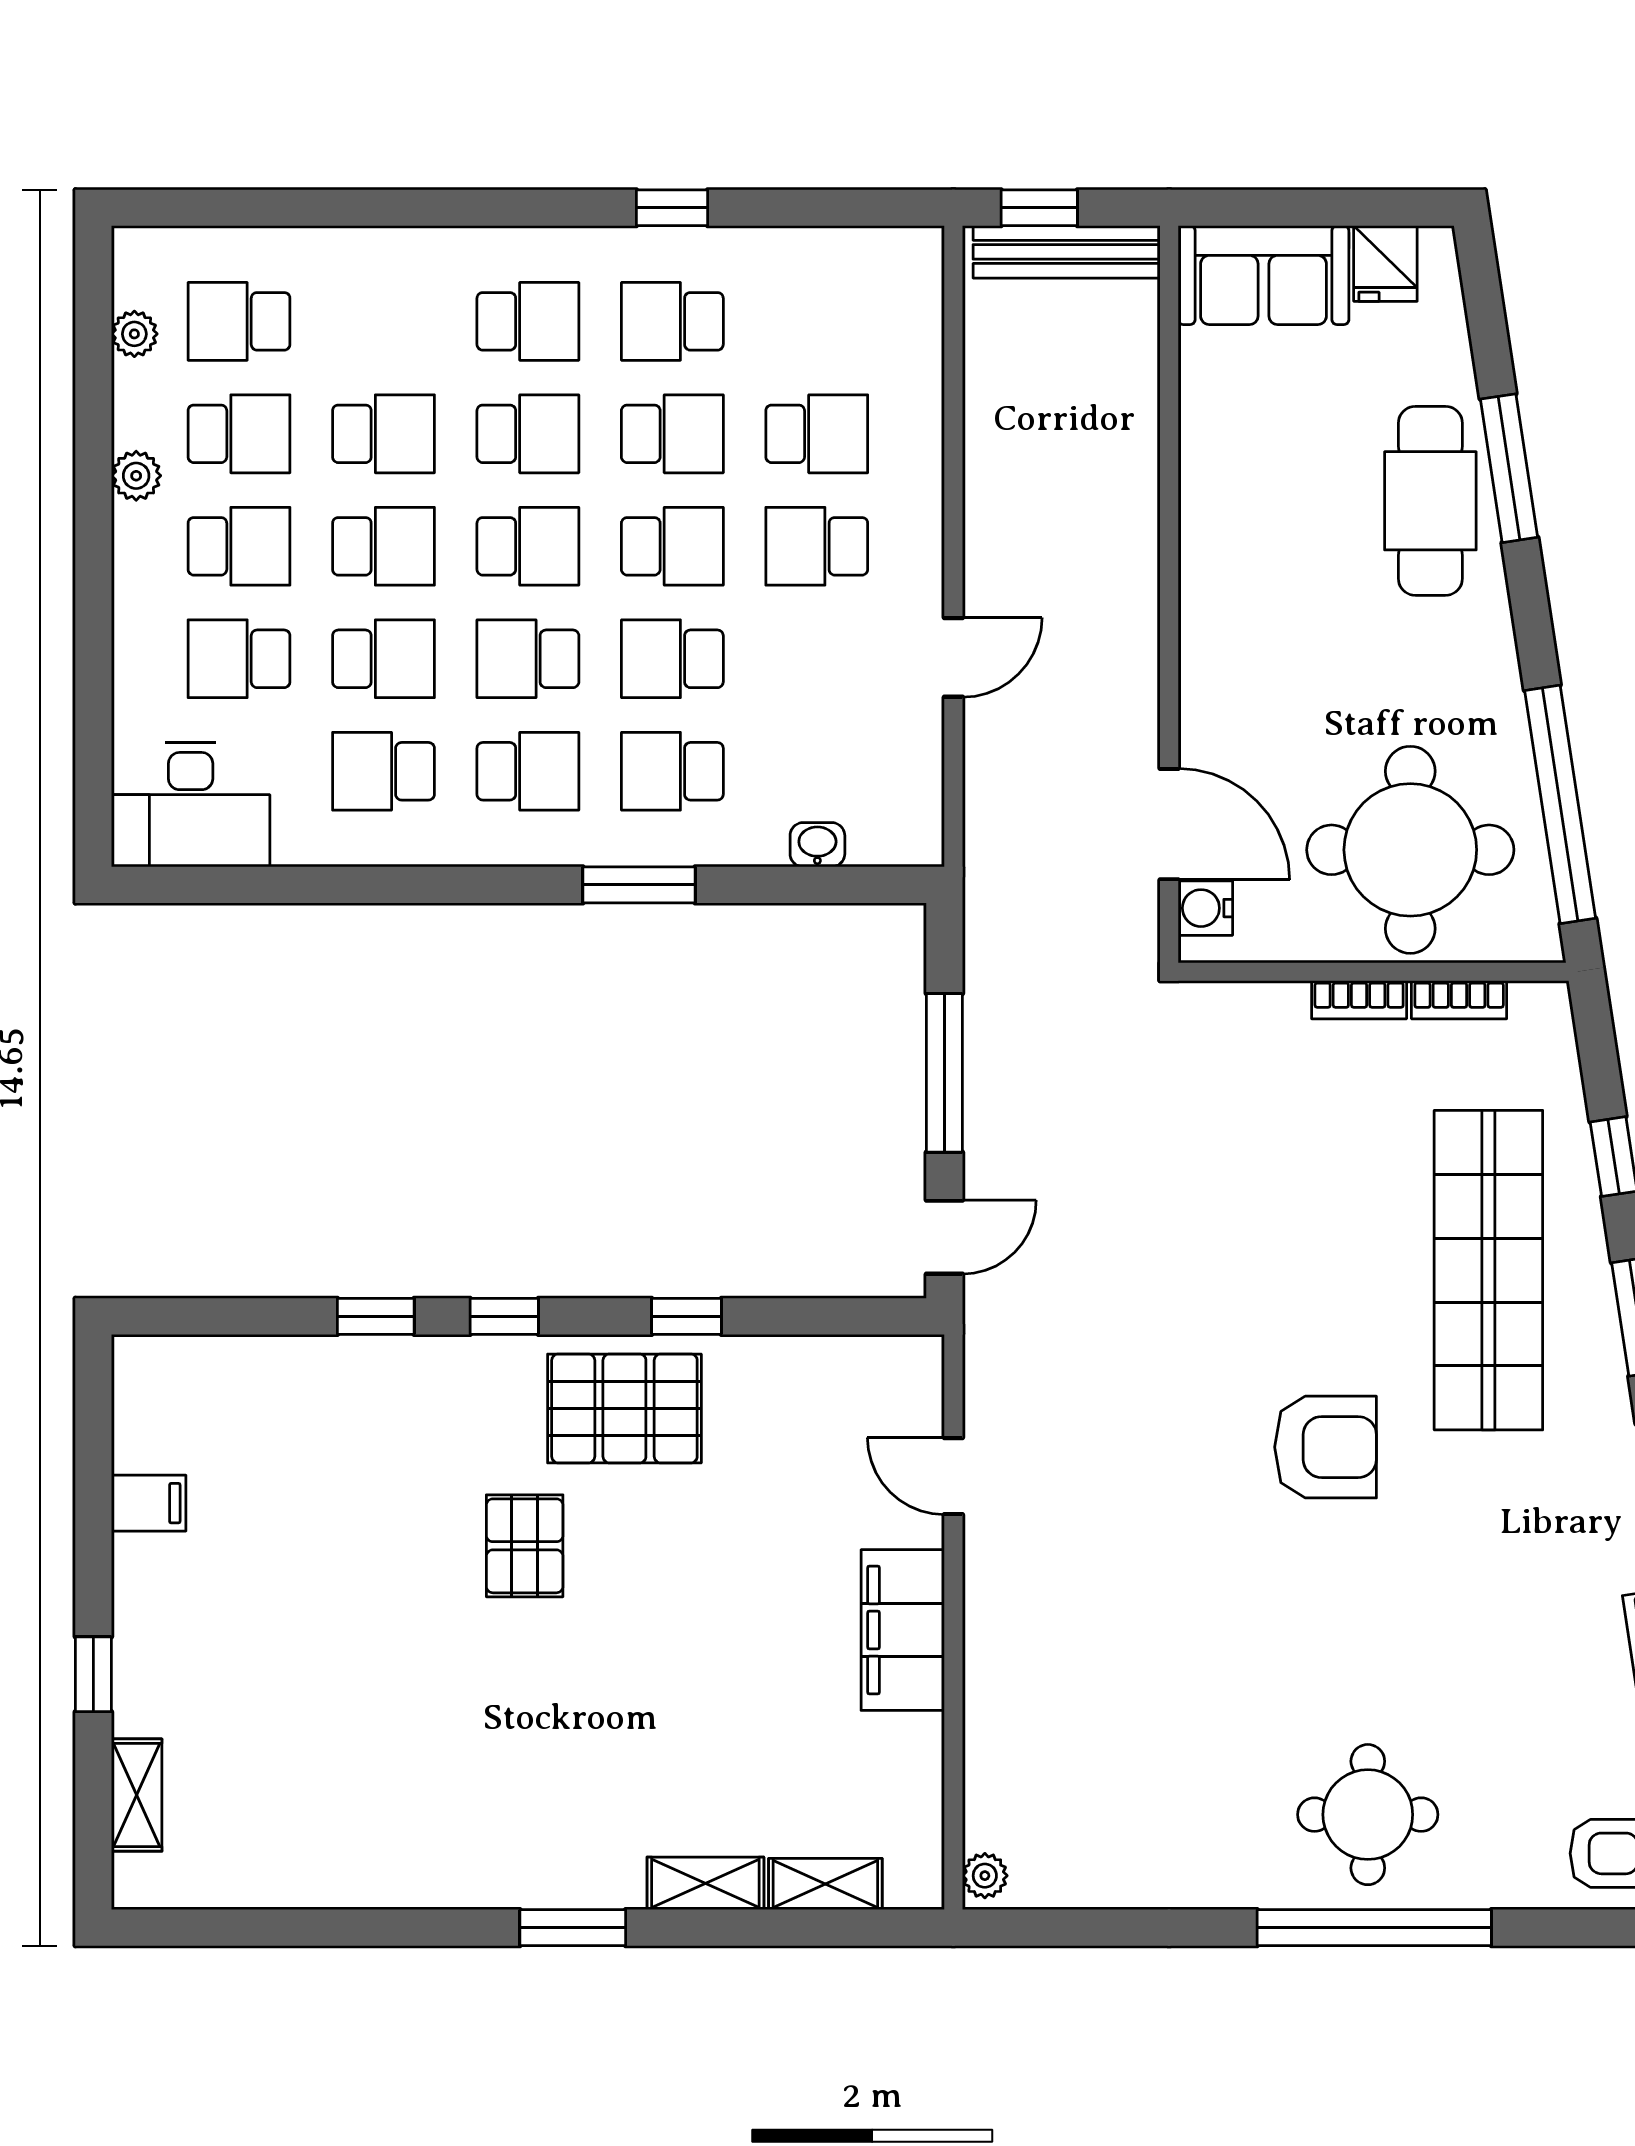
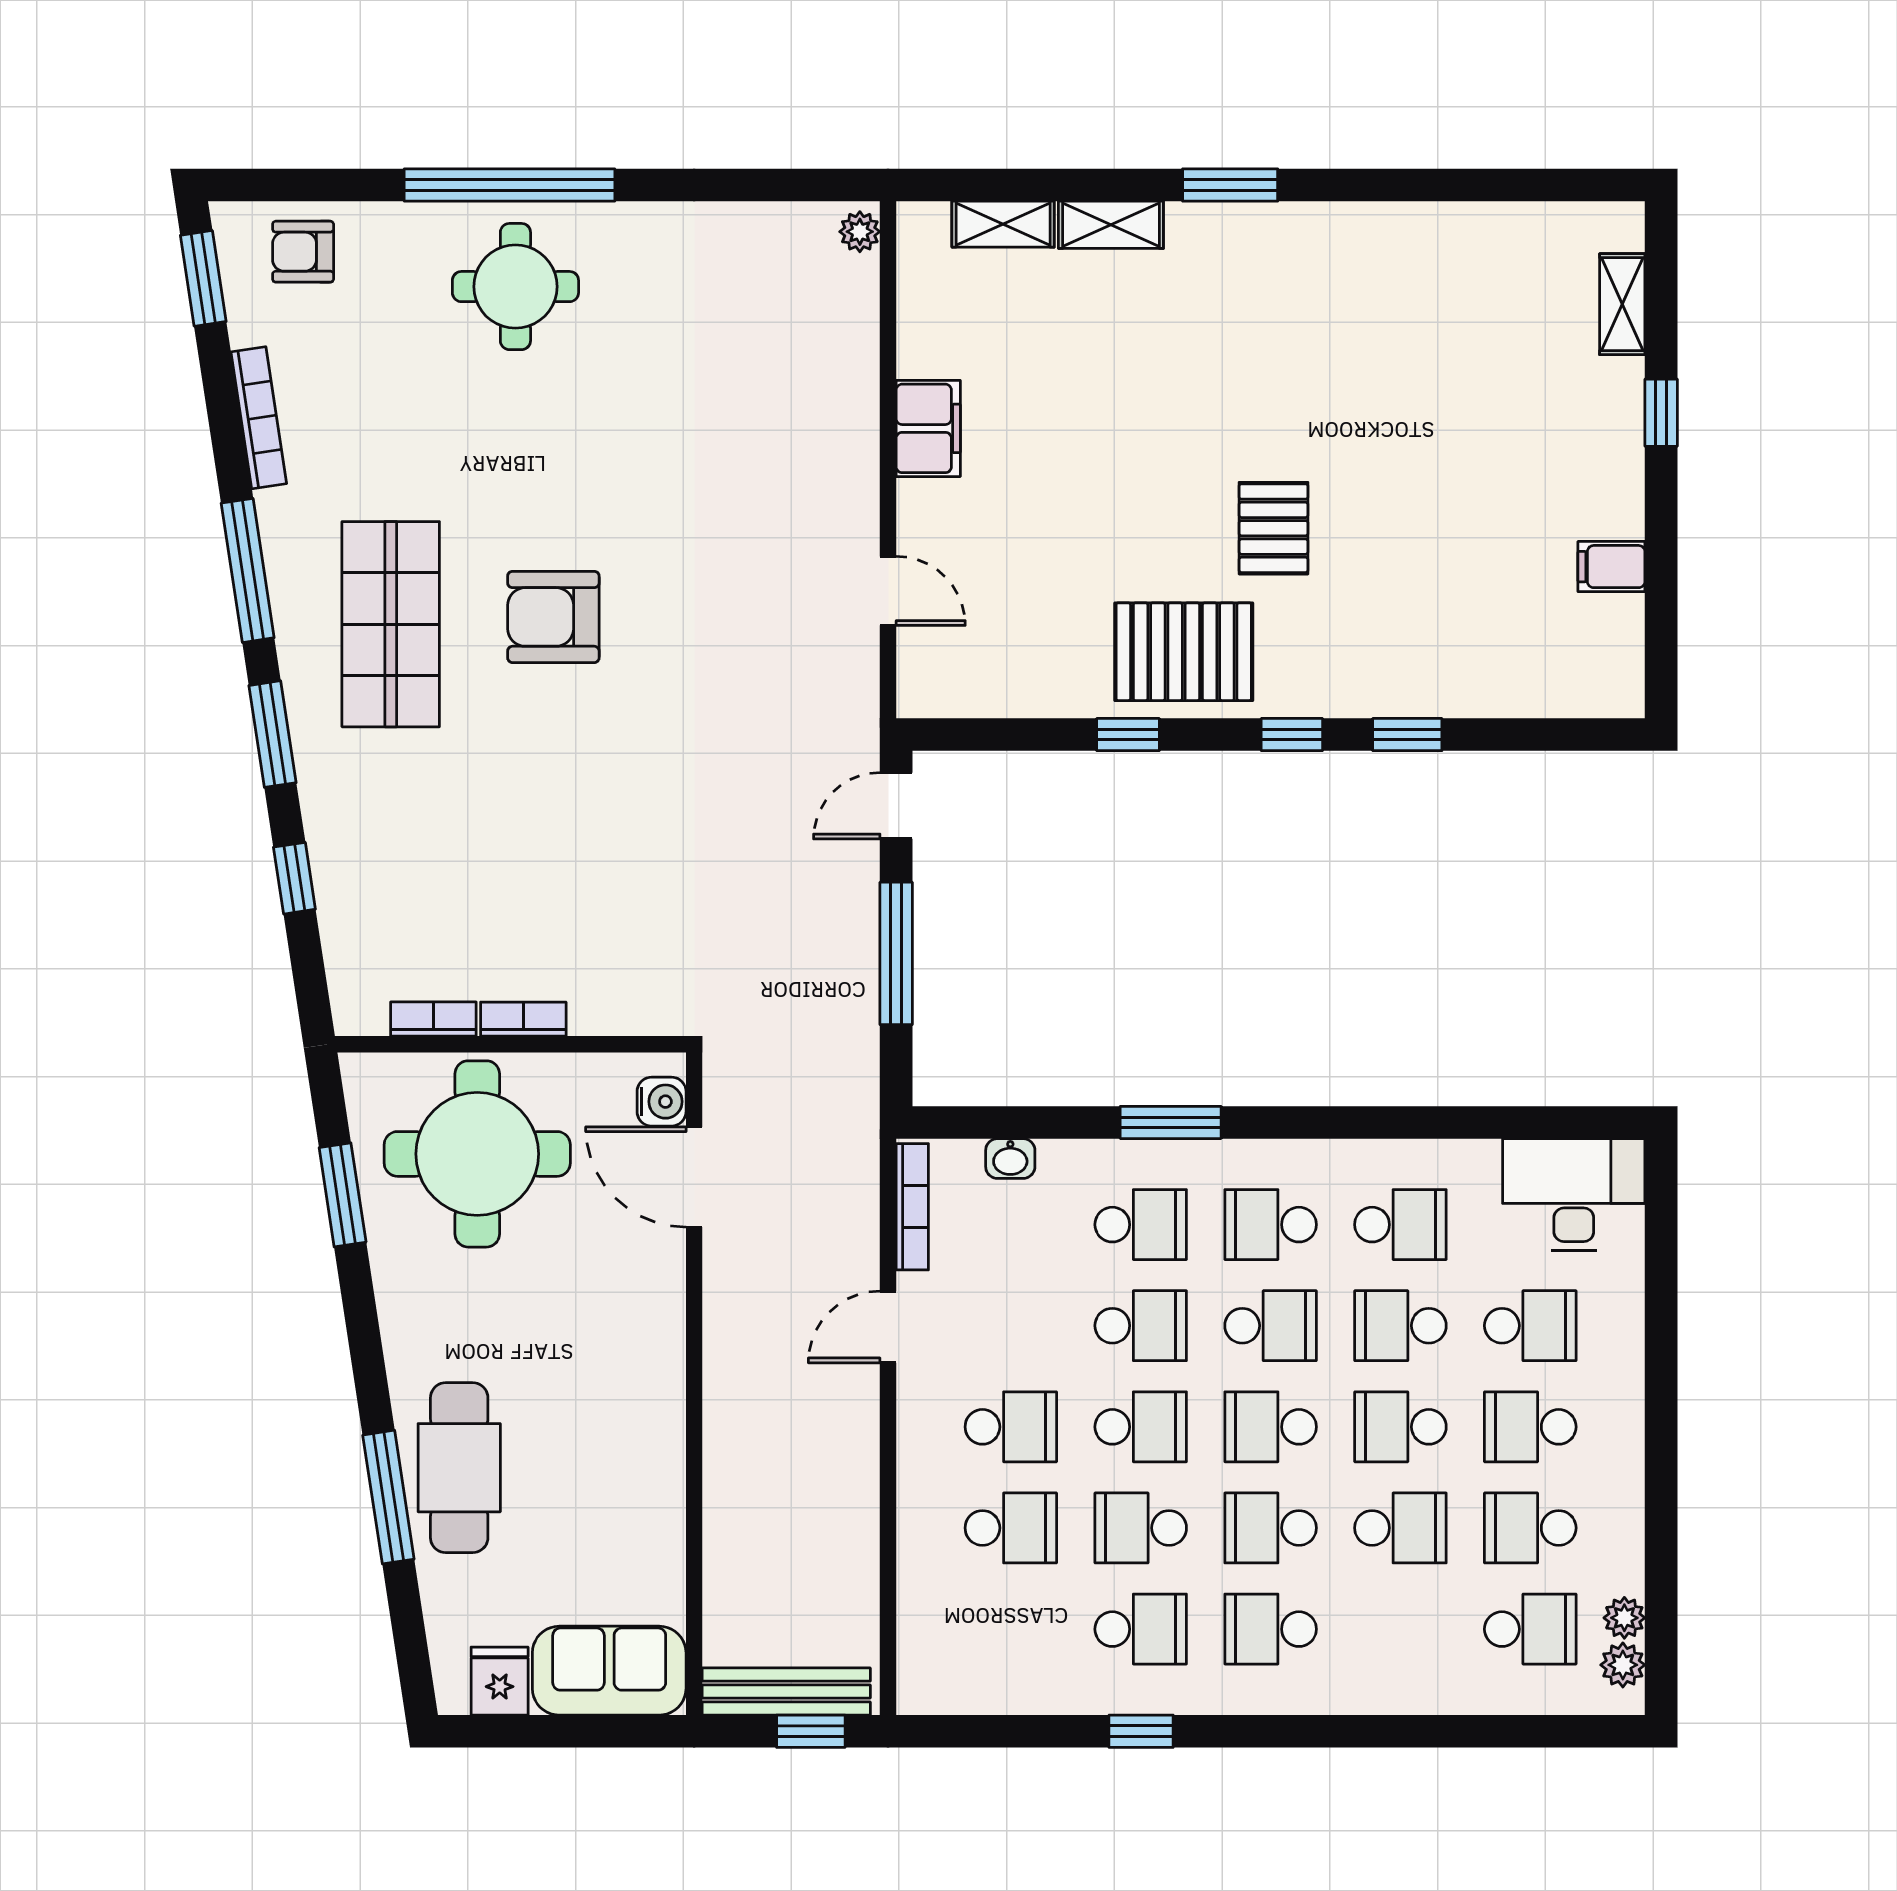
school desk: (383, 434) -> (1400, 1528), turned 180
school desk: (817, 434) -> (1011, 1528), turned 180
plant: (136, 476) -> (1623, 1665), moved
school desk: (672, 546) -> (1141, 1427), turned 180
bookcase: (926, 791) -> (912, 1207), added
window: (1560, 804) -> (343, 1195), width x0.47
shop shelf: (1488, 1270) -> (391, 624), moved, width x0.71
filing cabinet: (903, 1630) -> (928, 428), width x0.67, depth x0.86

